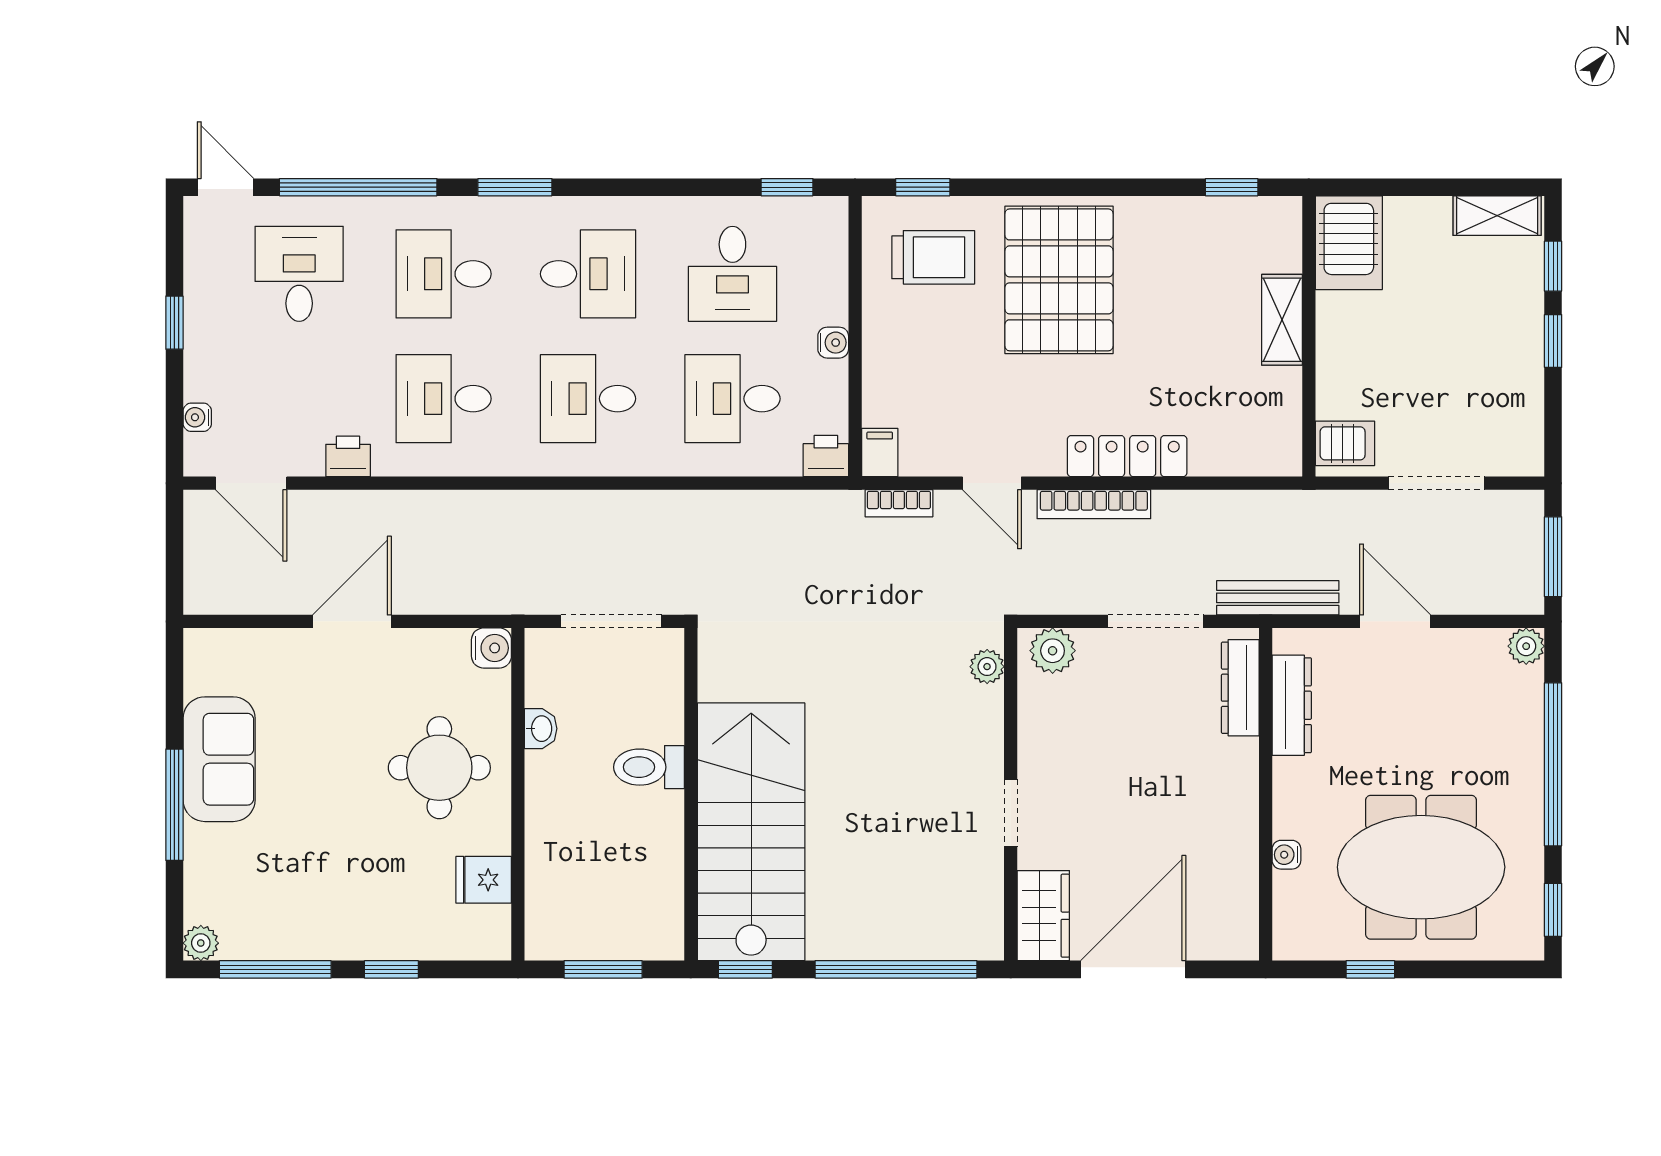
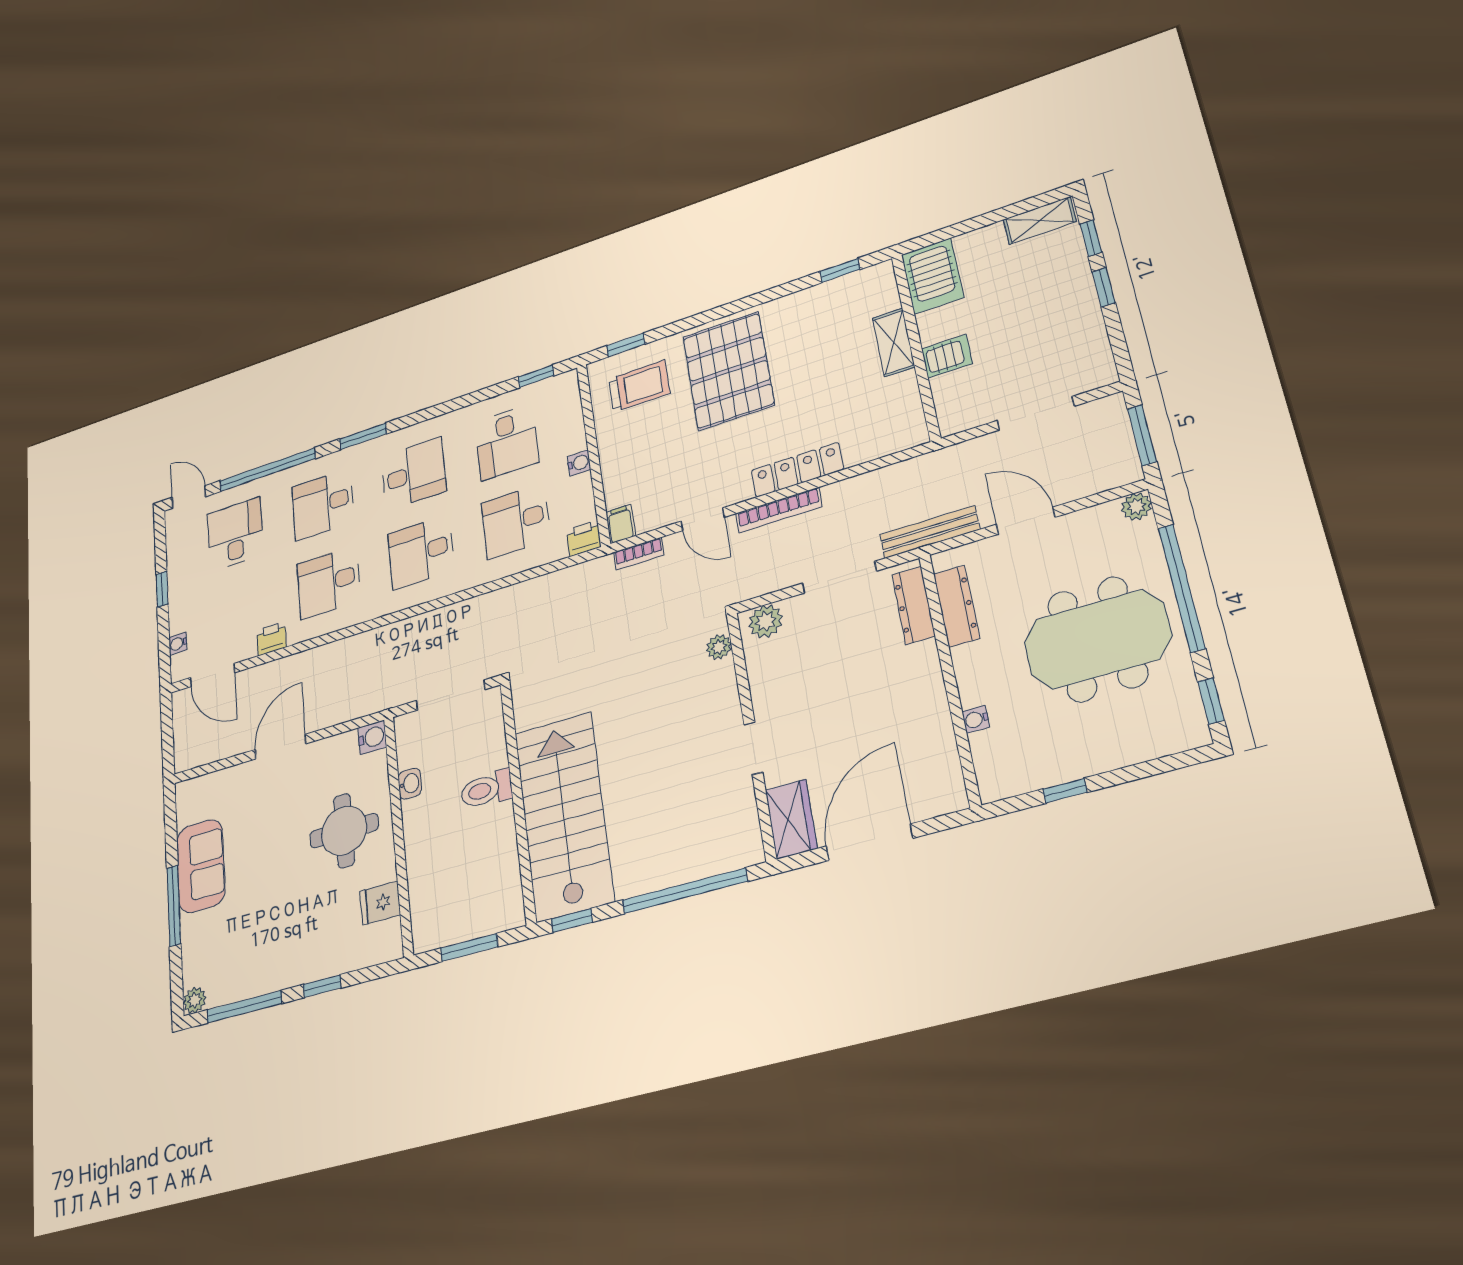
server rack: (1345, 443) -> (947, 356), moved
meeting table: (1421, 867) -> (1097, 639), moved

